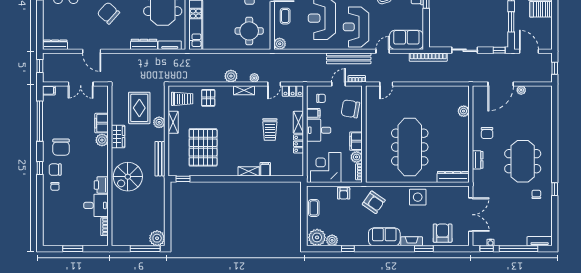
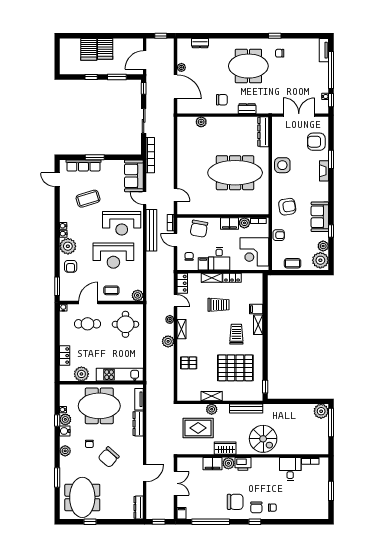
trolley: (182, 99) -> (236, 334), moved
dresser: (547, 110) -> (200, 43), added
printer: (101, 185) -> (243, 464), moved
armchair: (374, 202) -> (287, 207), turned 46
sofa: (384, 237) -> (320, 217), moved

